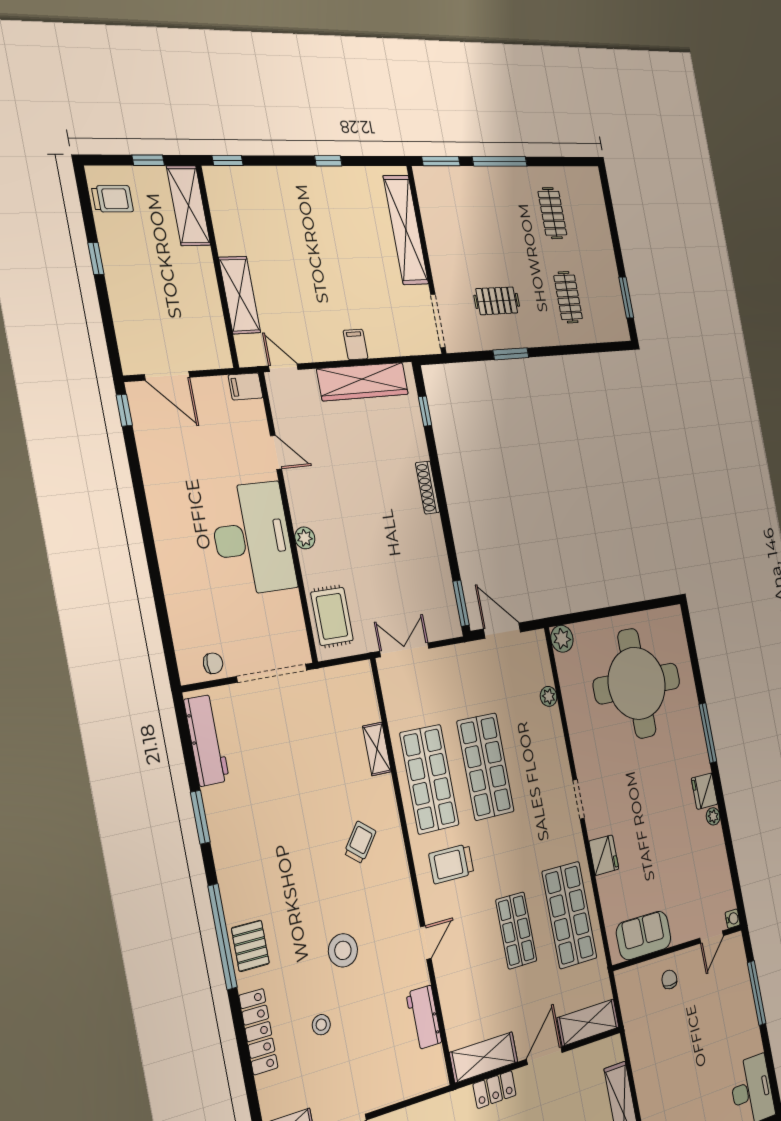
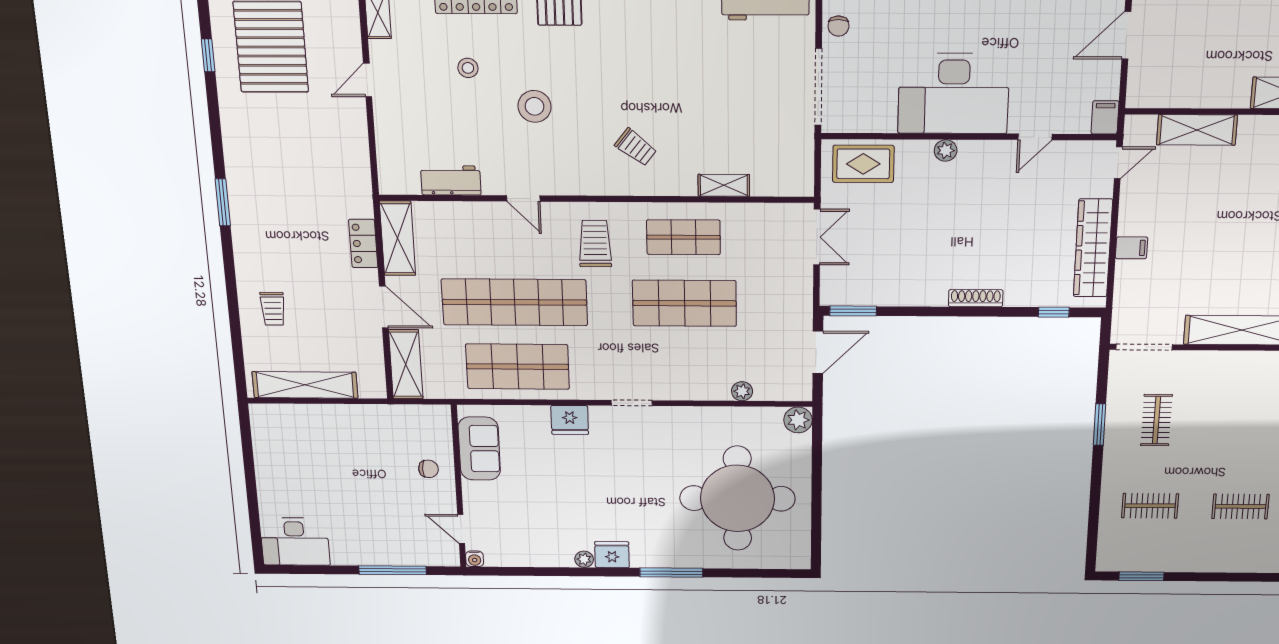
shop shelf: (429, 779) -> (683, 237), width x0.70, depth x0.74
shop shelf: (516, 930) -> (515, 302), width x2.00, depth x1.36

